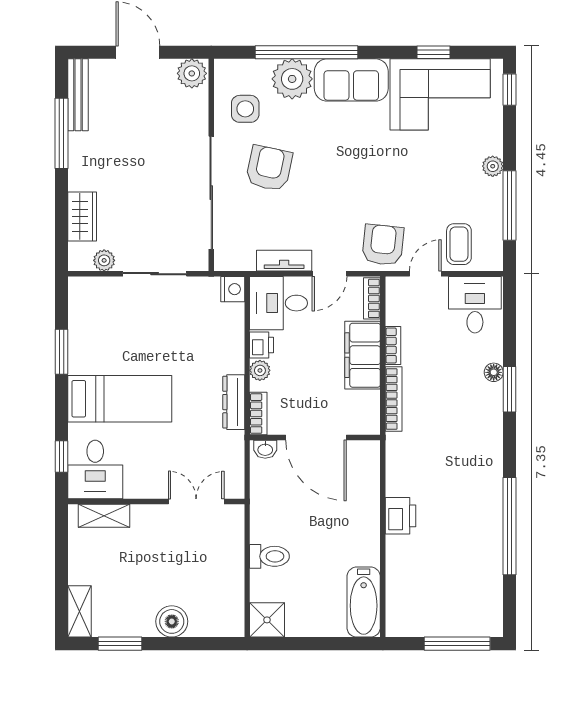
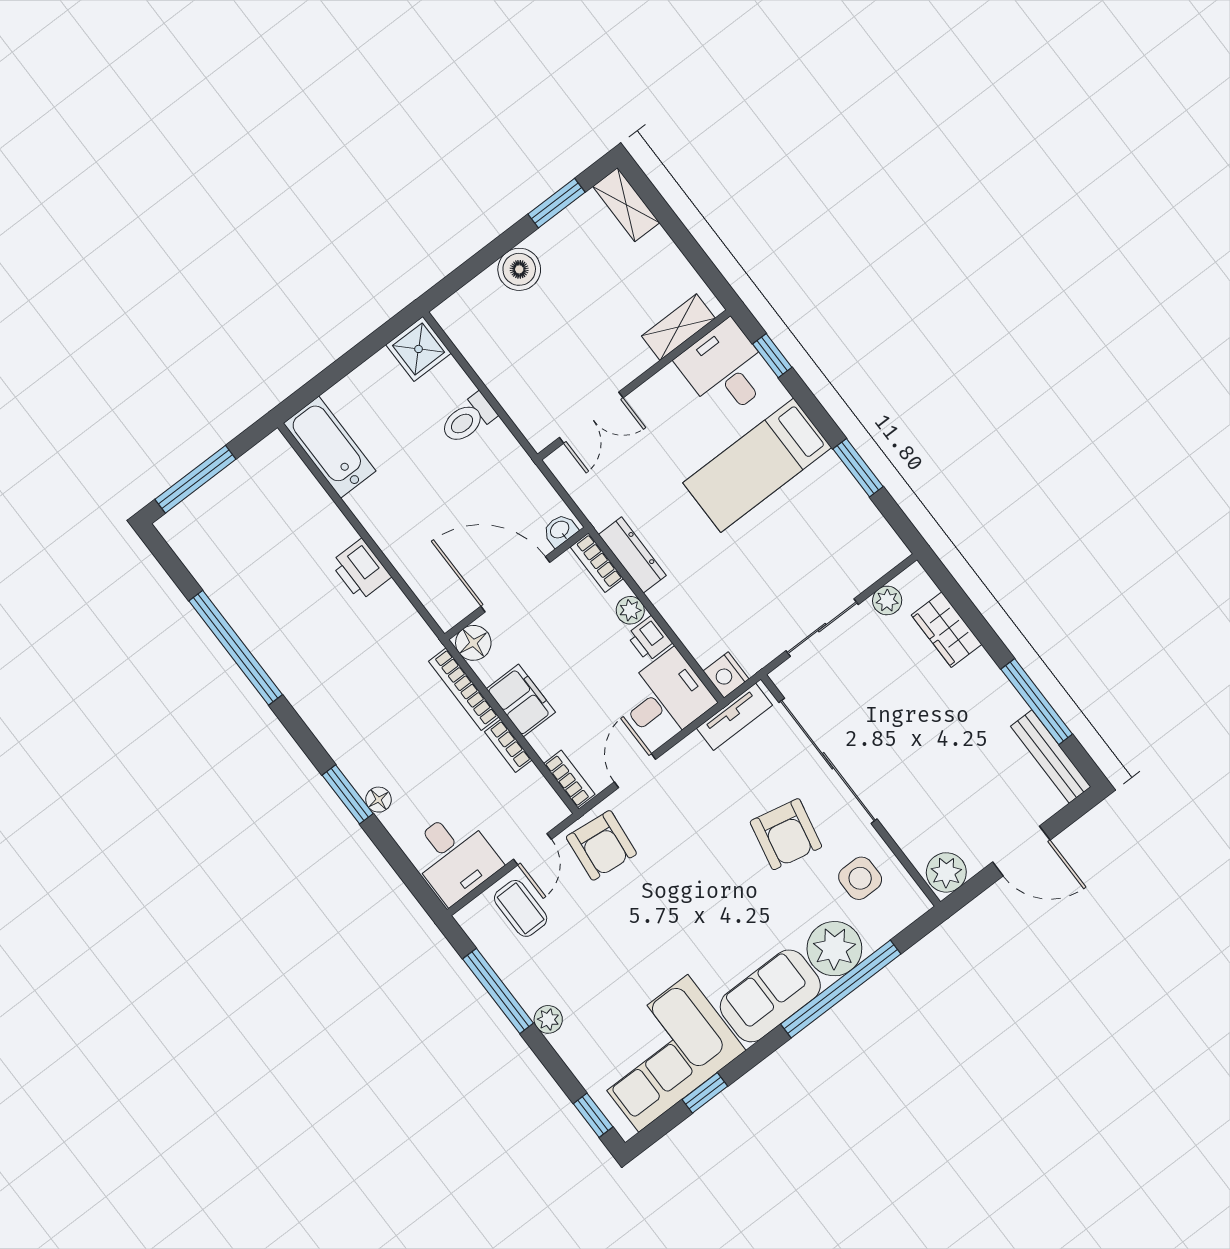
tv unit: (284, 261) -> (735, 717), moved
filing cabinet: (363, 355) -> (521, 701), width x0.67, depth x0.86
floor lamp: (367, 422) -> (473, 643), added

